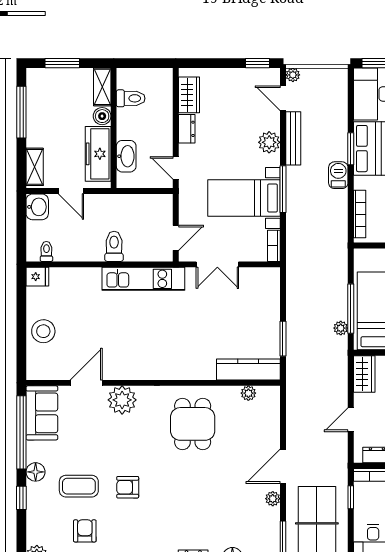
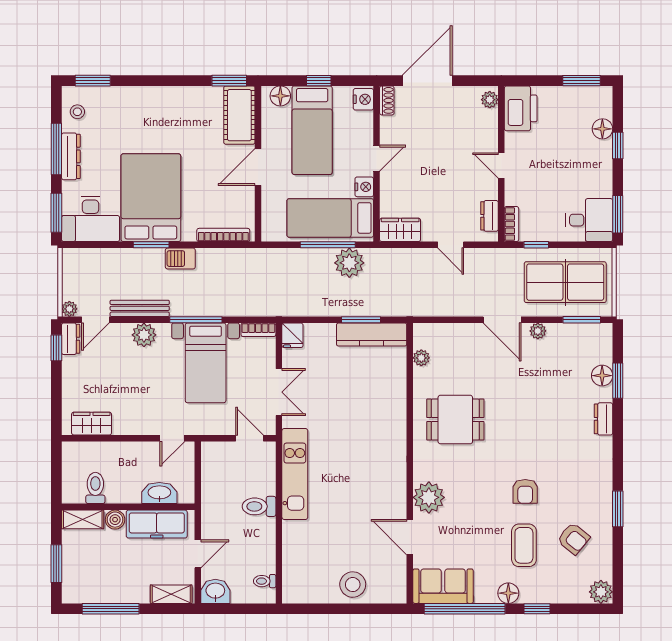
dresser: (187, 129) -> (71, 339), moved, turned 90
fridge: (37, 277) -> (292, 335), moved, turned 180
plant: (341, 328) -> (349, 263), width x1.88, depth x1.88
kitchen counter: (248, 369) -> (372, 335), moved, turned -90
armchair: (85, 531) -> (573, 539), turned -141

